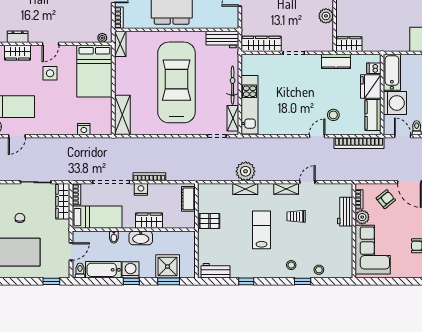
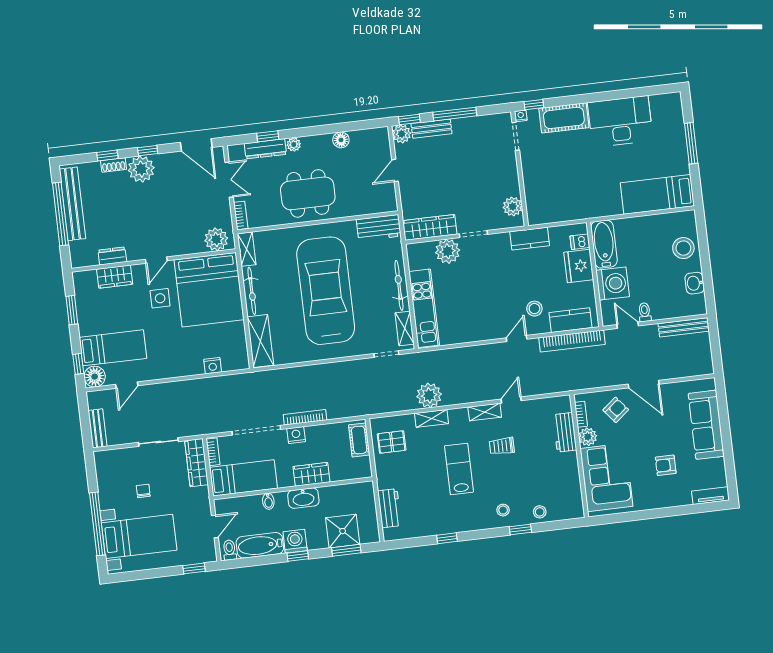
plant: (326, 16) -> (513, 207), moved
plant: (102, 38) -> (216, 239), width x1.87, depth x1.87
wardrobe: (349, 44) -> (544, 214), removed
plant: (273, 64) -> (448, 251), added
bed: (94, 71) -> (209, 290), width x1.36
bicycle: (120, 76) -> (252, 291), added
kitchen counter: (373, 115) -> (571, 320), moved, turned 90
pallet: (209, 221) -> (392, 442), moved
workbench: (216, 271) -> (389, 508), moved, turned 90

